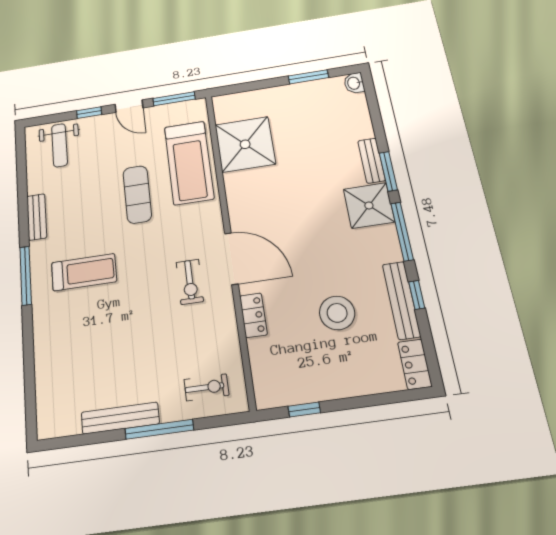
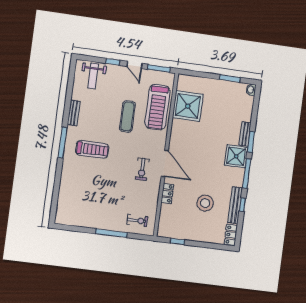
bench: (120, 418) -> (95, 224), removed

